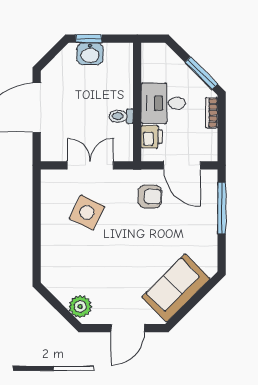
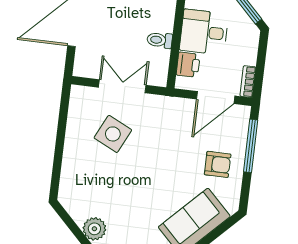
bookcase: (212, 113) -> (248, 82), moved
door: (182, 165) -> (216, 98), hinge flipped
armchair: (150, 197) -> (218, 164), moved

